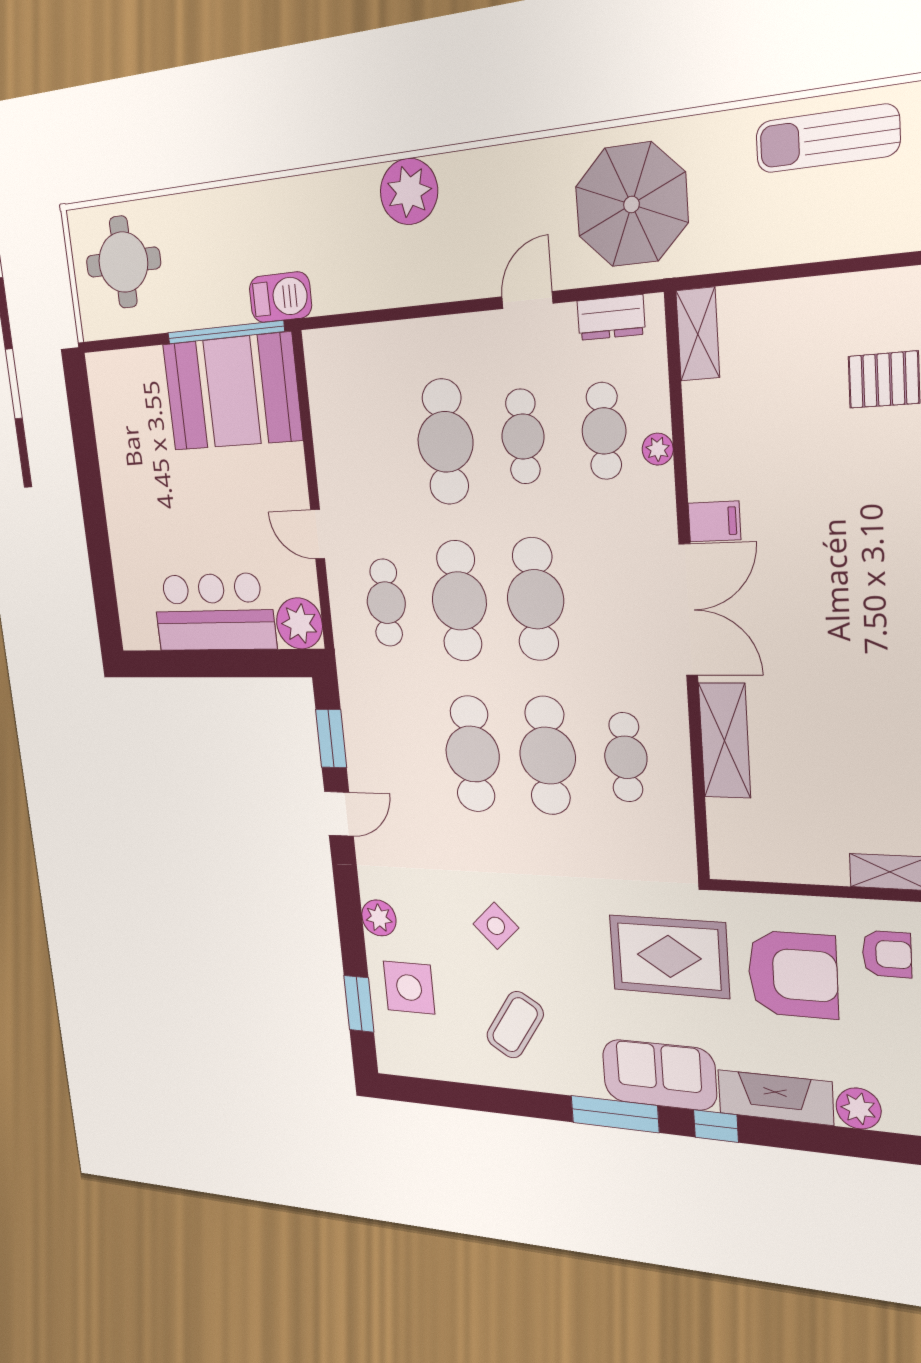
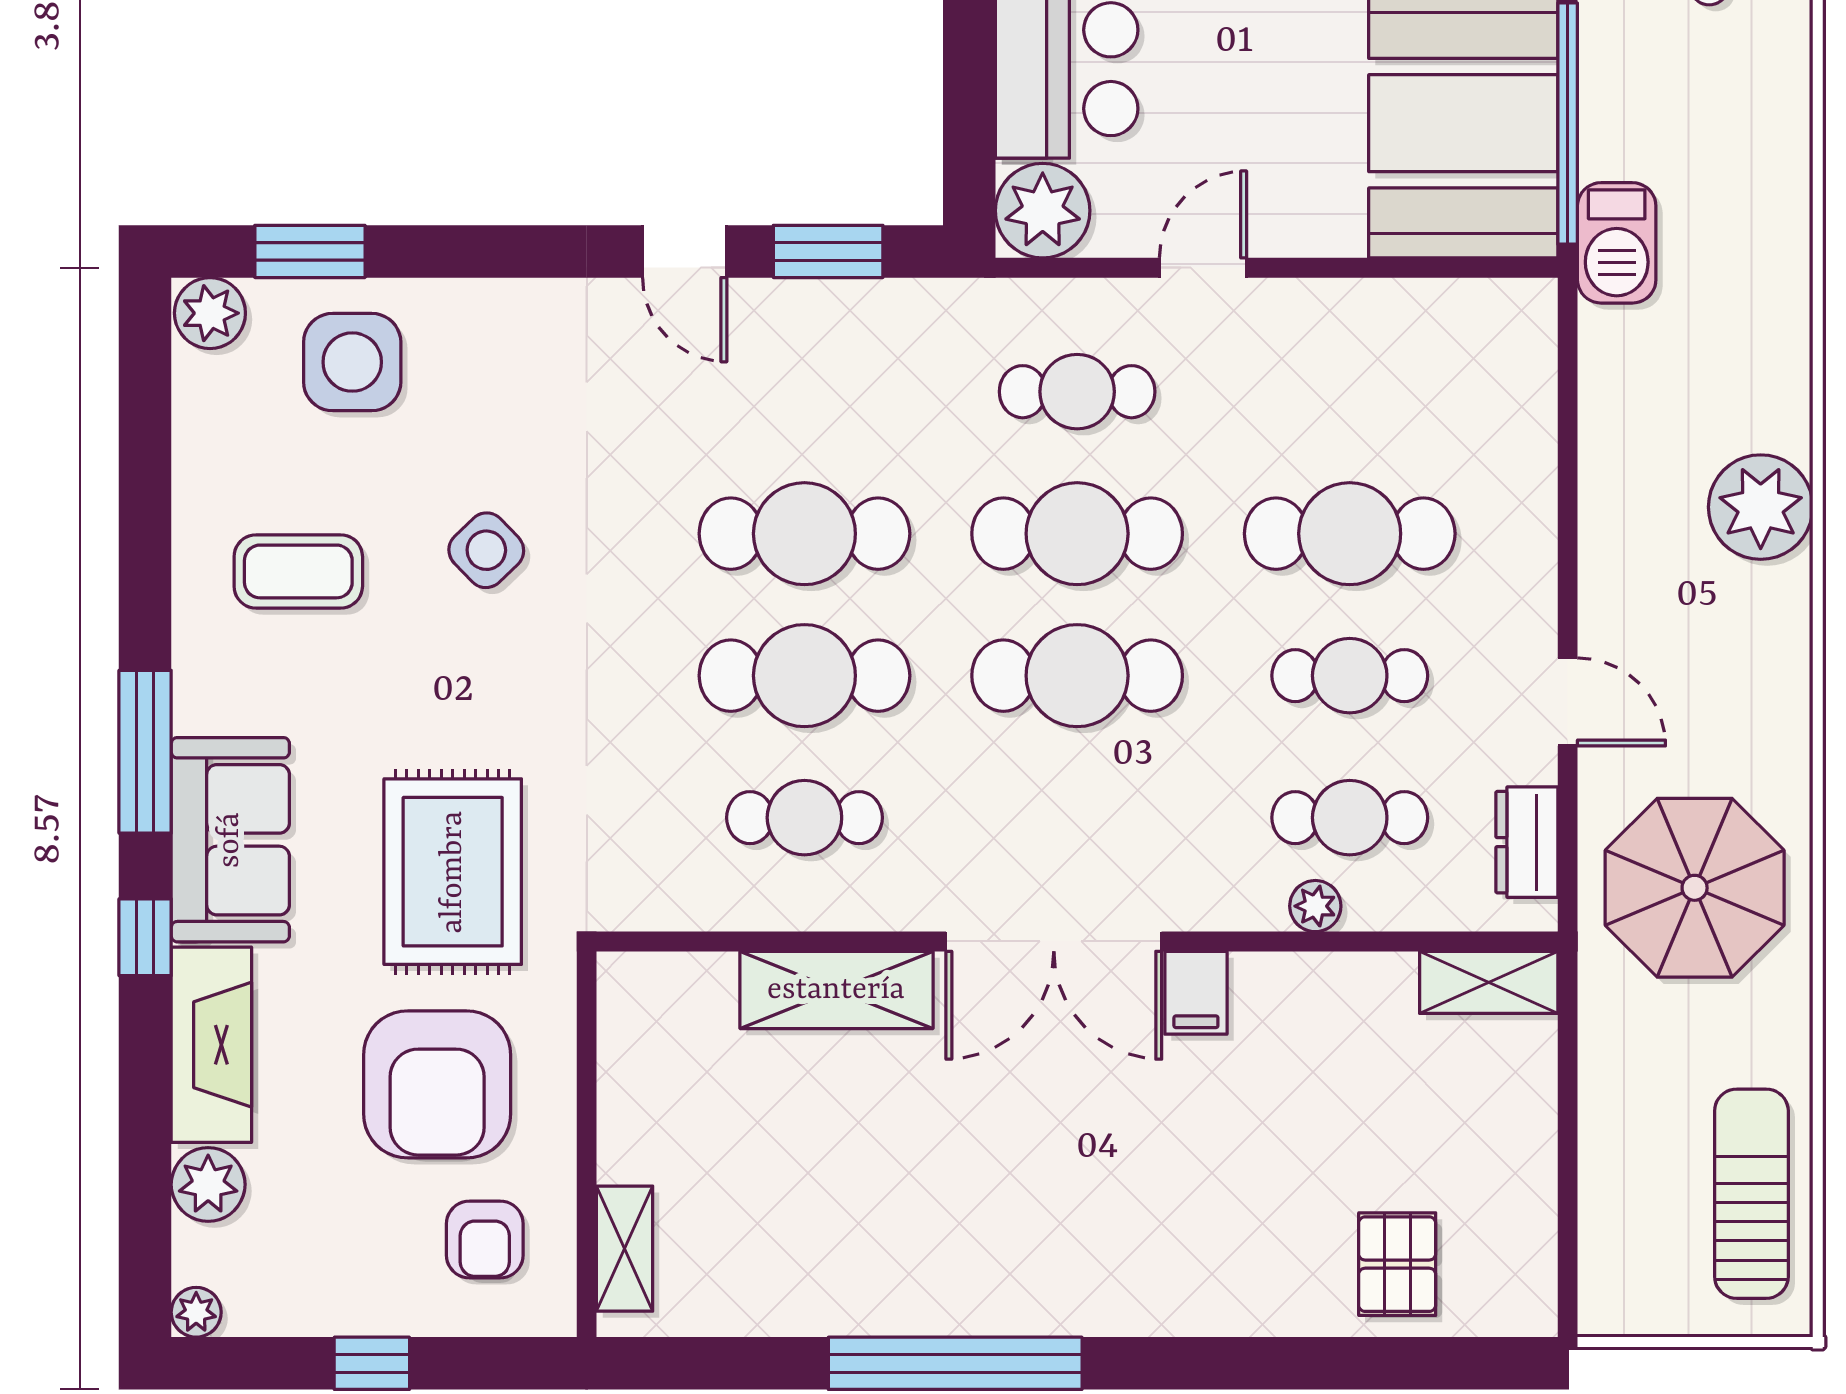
plant: (379, 918) -> (210, 313), moved
coffee table: (515, 1025) -> (298, 571), turned -33

